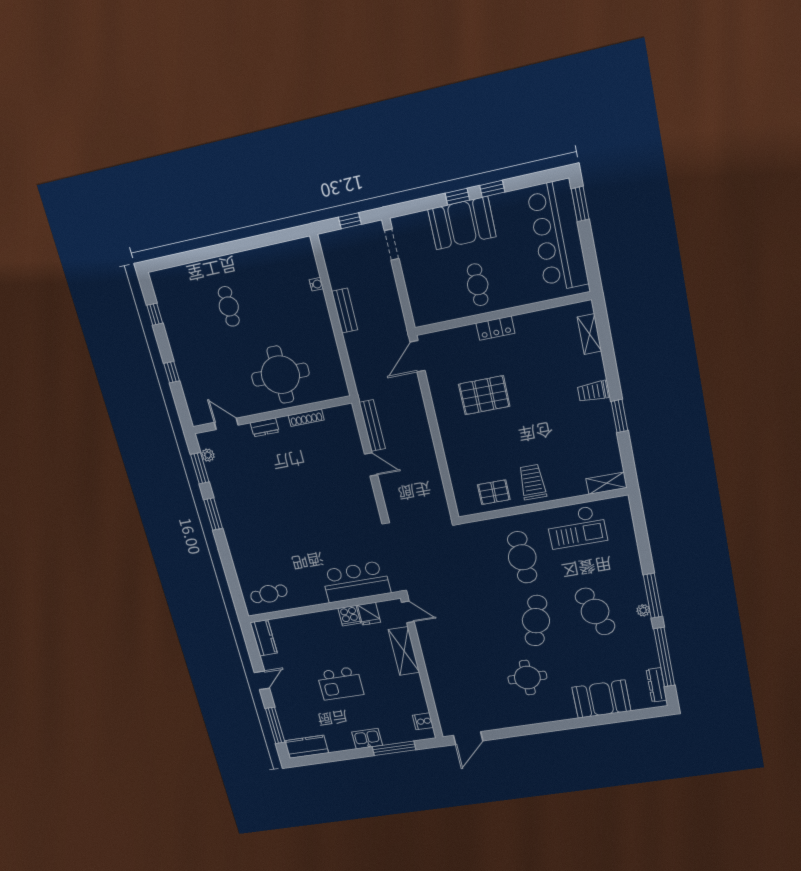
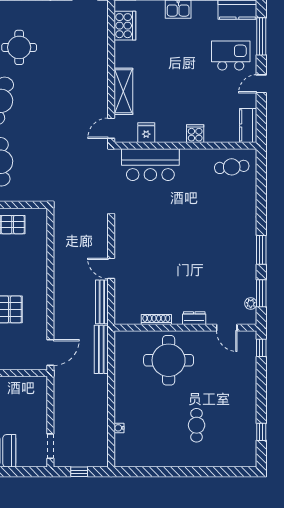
bench: (345, 311) -> (101, 349), moved, width x1.36
window: (172, 372) -> (261, 348), moved
door: (408, 612) -> (111, 128), hinge flipped
cooker: (349, 616) -> (195, 134), moved
kitchen island: (340, 683) -> (231, 56), moved
cooker: (423, 721) -> (125, 26), width x1.87, depth x1.31

